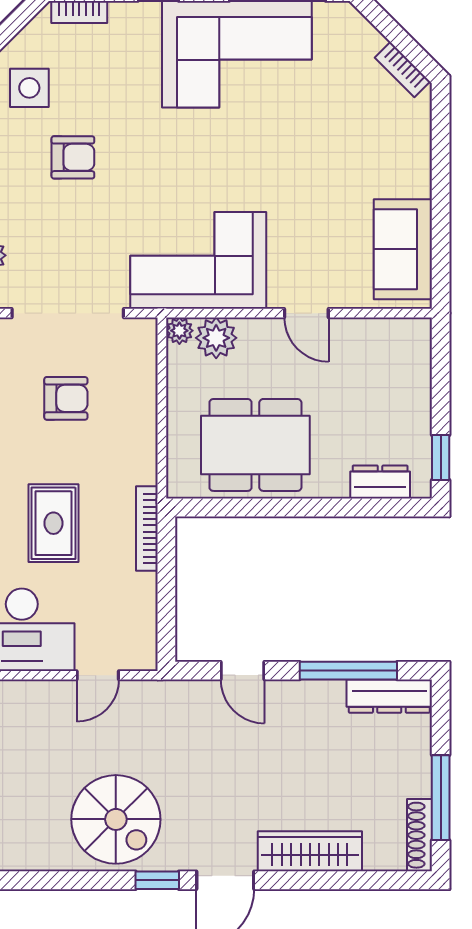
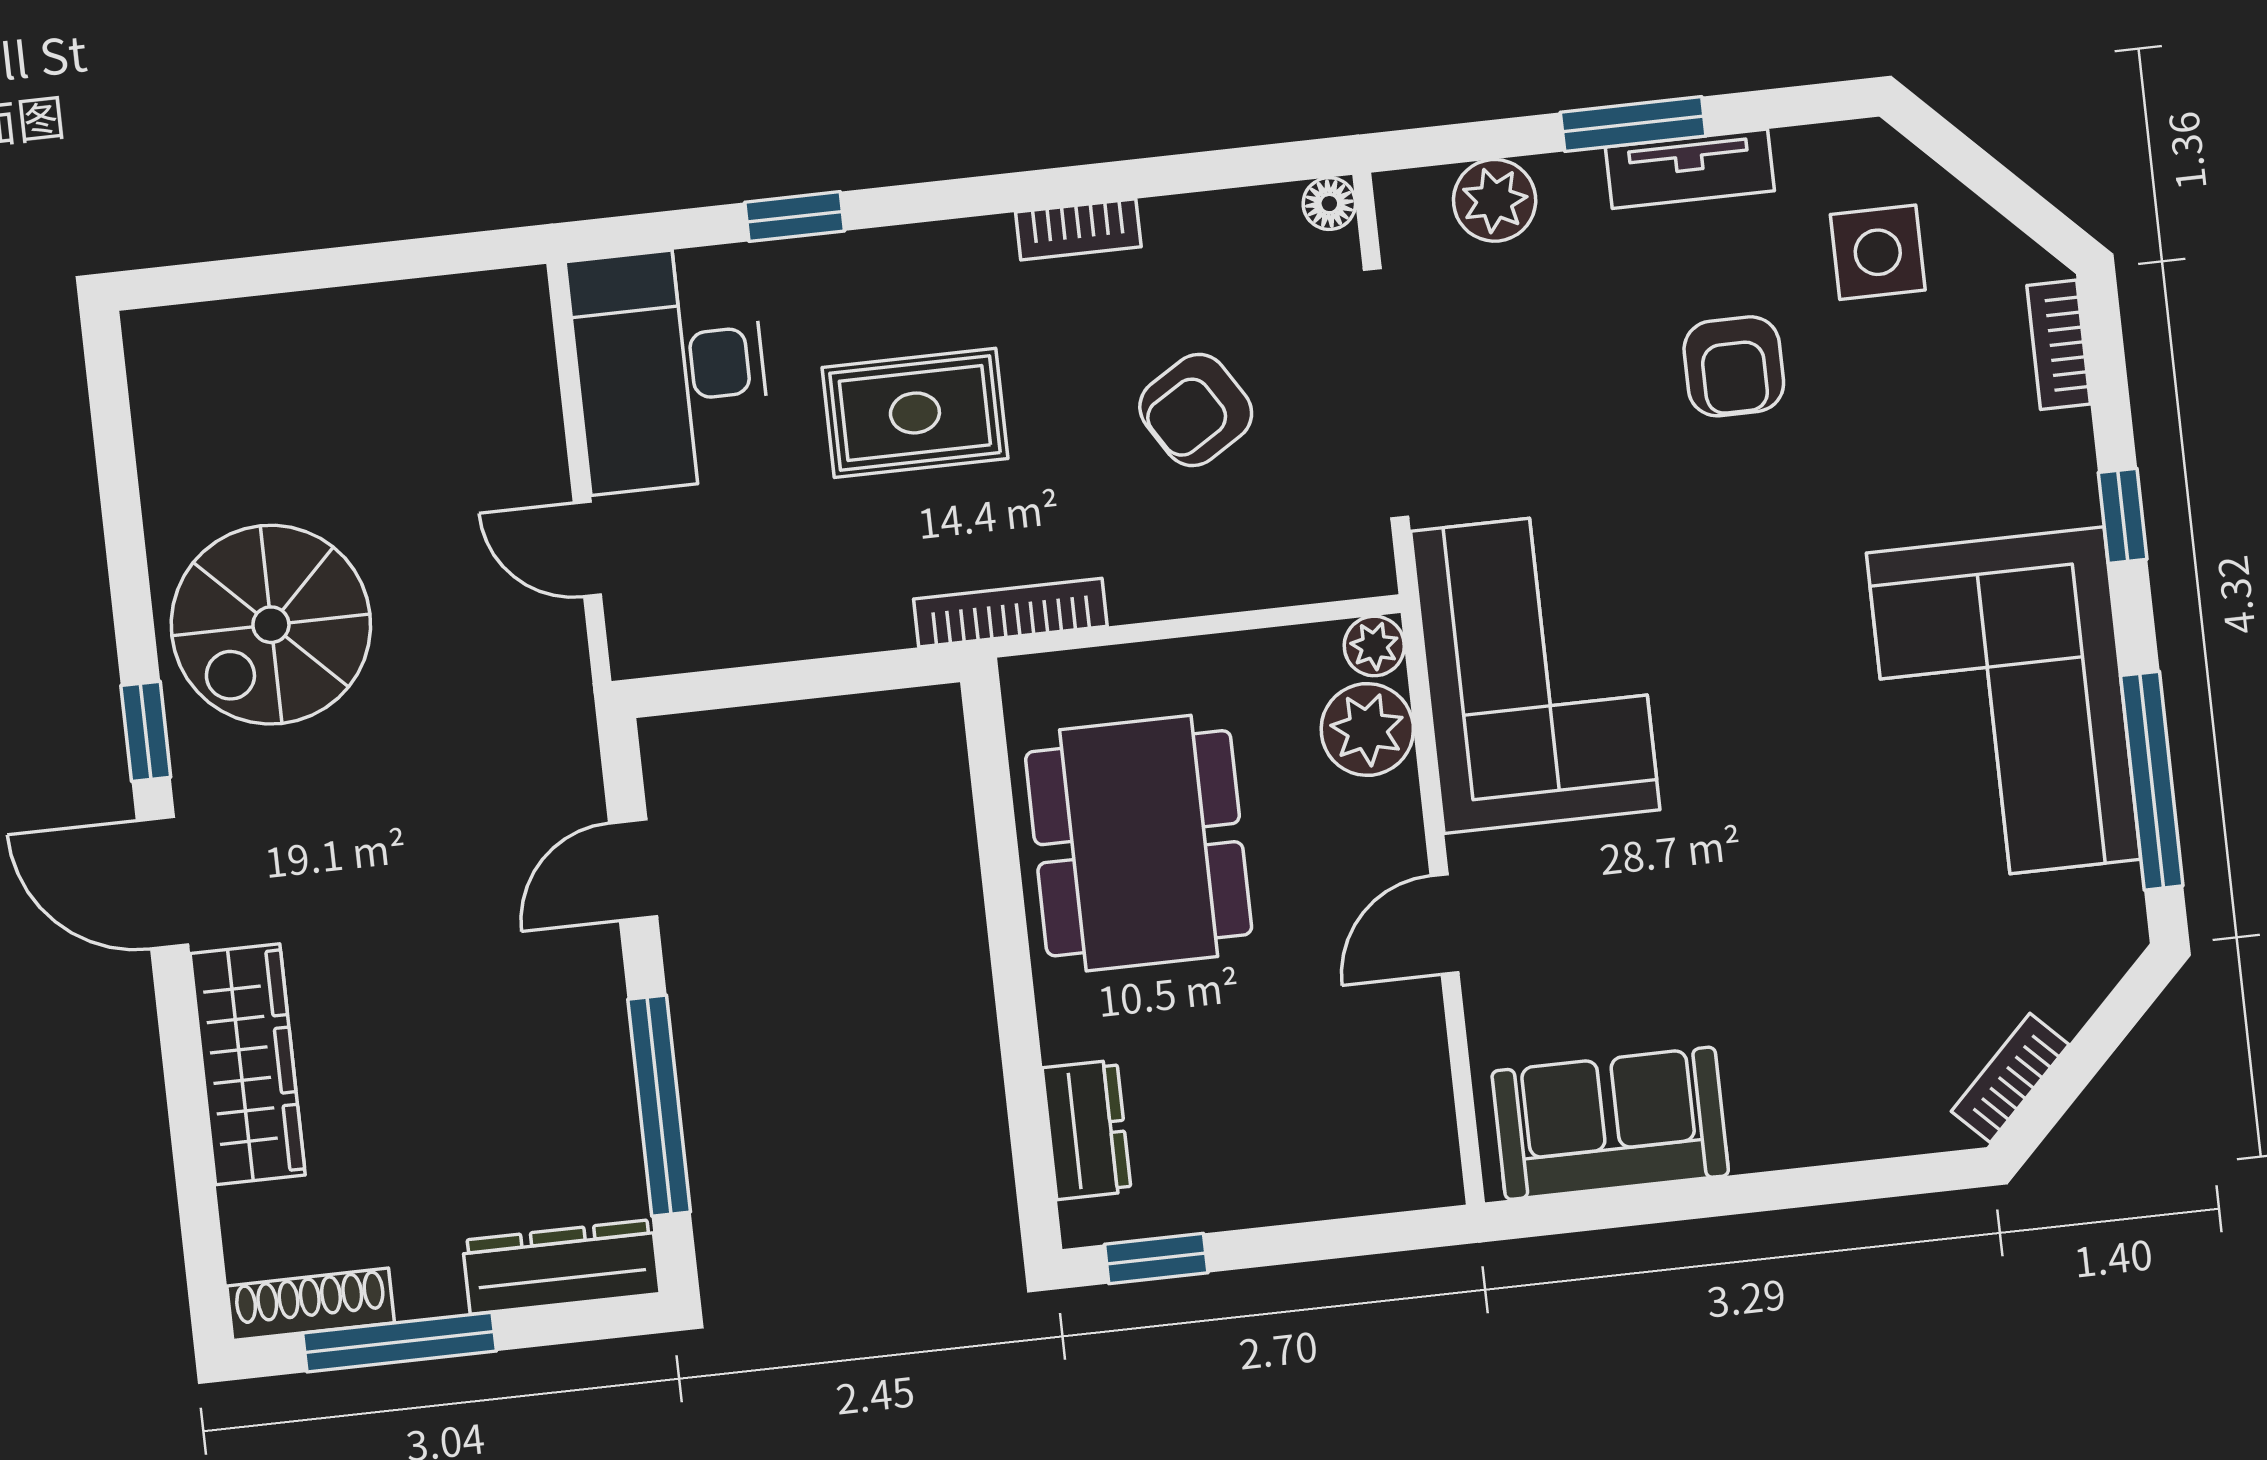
armchair: (66, 398) -> (1196, 410), turned 58
bookcase: (147, 528) -> (1010, 613), moved
dresser: (389, 696) -> (561, 1267), moved, turned 90

